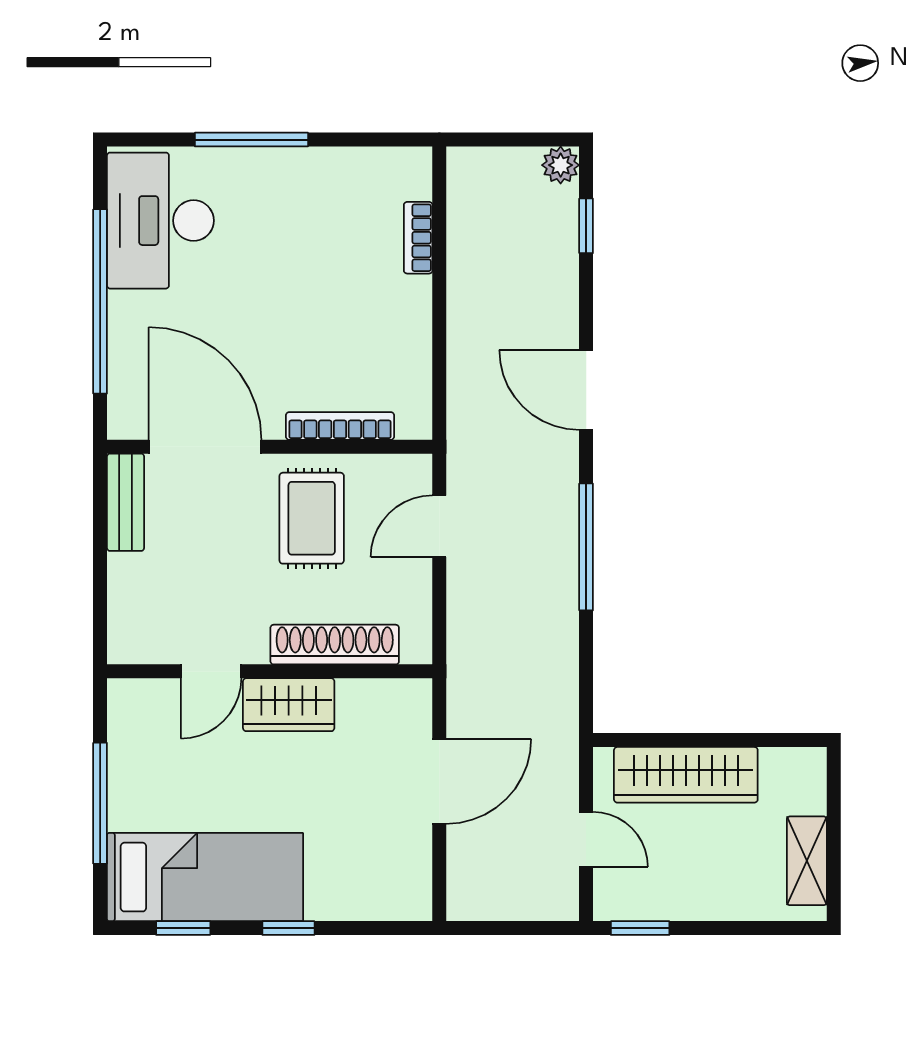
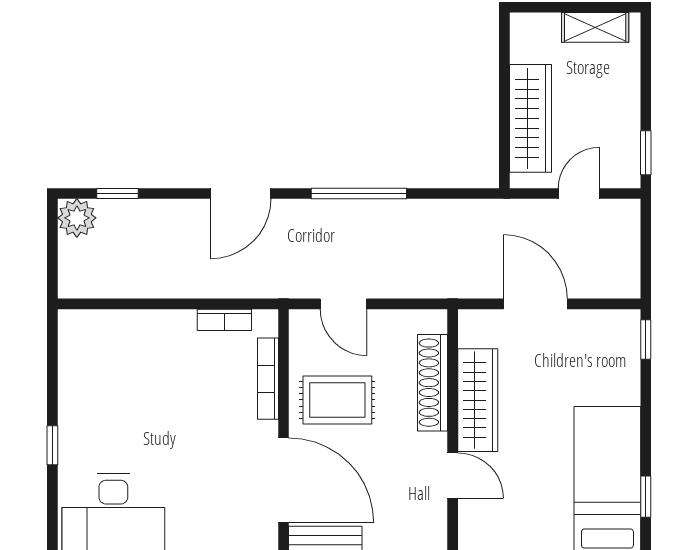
window: (251, 140) -> (52, 445), width x0.46
plant: (561, 165) -> (77, 218), width x1.38, depth x1.38
bookcase: (418, 238) -> (224, 320), moved
door: (205, 447) -> (284, 480), swing flipped
wardrobe: (289, 705) -> (478, 400), width x1.50
window: (288, 928) -> (646, 340), moved

